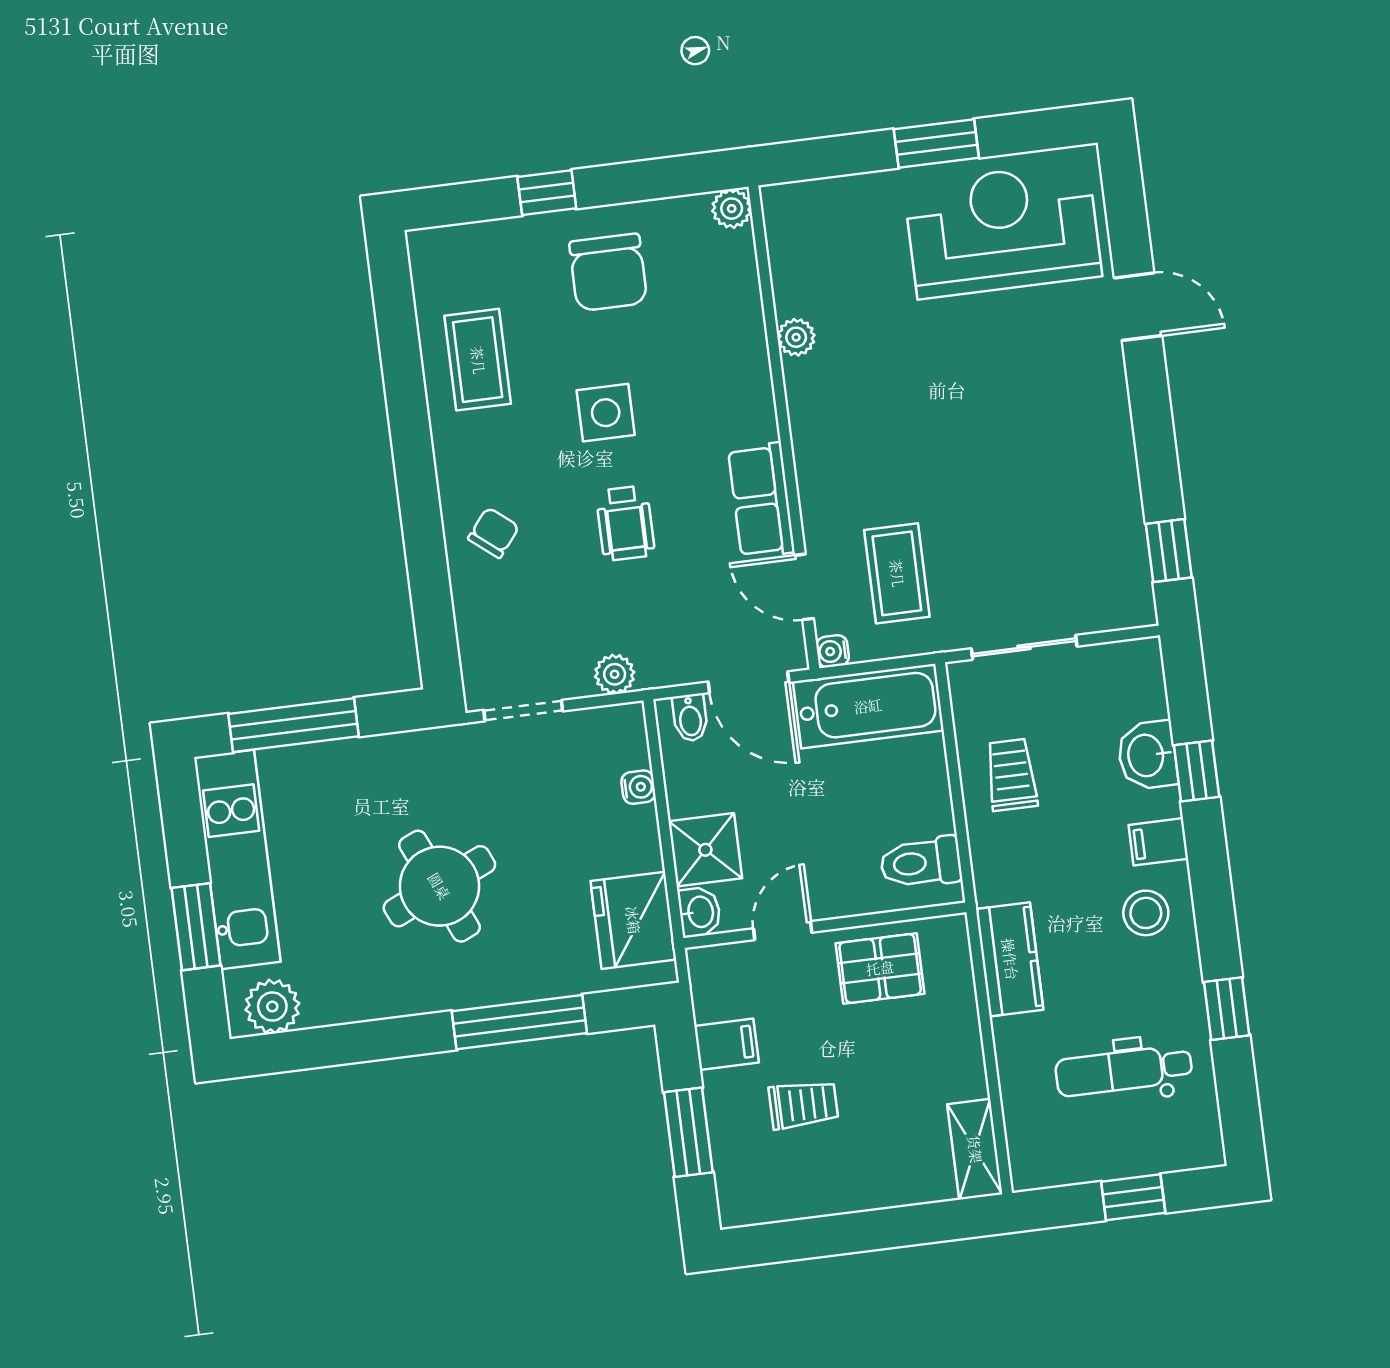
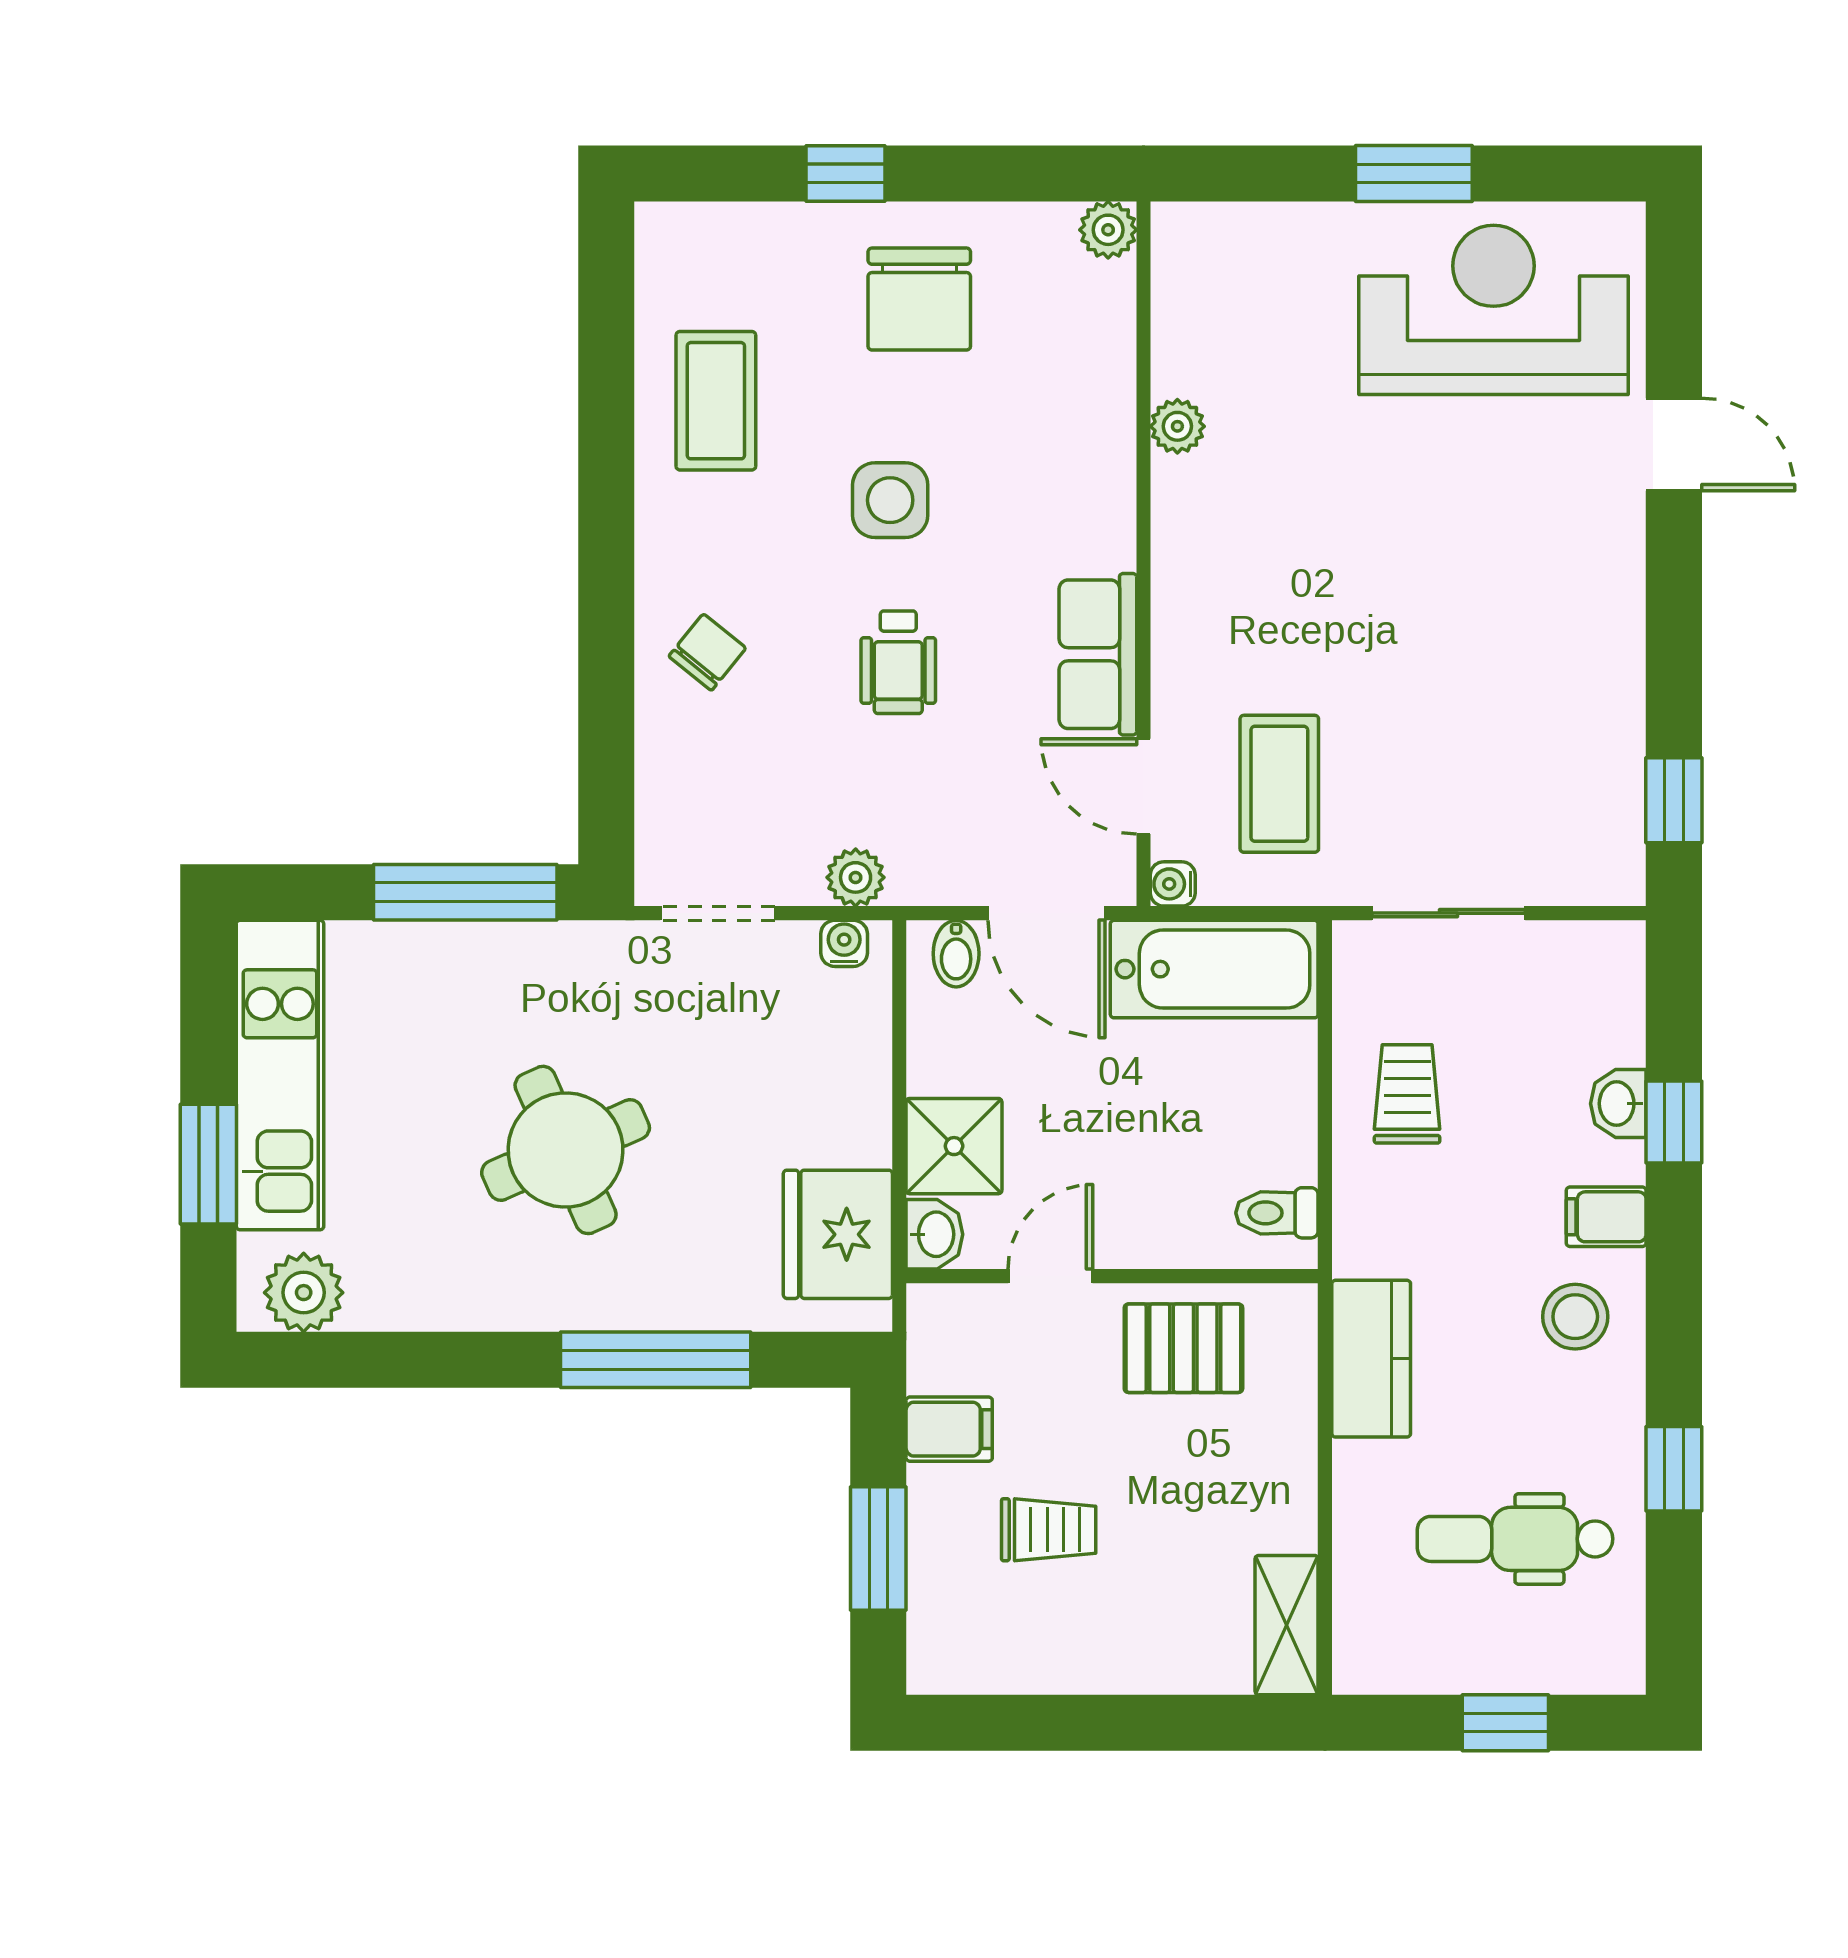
window: (294, 725) -> (465, 892), moved
washbasin: (1147, 755) -> (1618, 1104), width x0.72, depth x0.69
water cooler: (638, 787) -> (844, 943), moved, turned -90
toilet: (921, 863) -> (1277, 1213), width x0.73, depth x0.72

